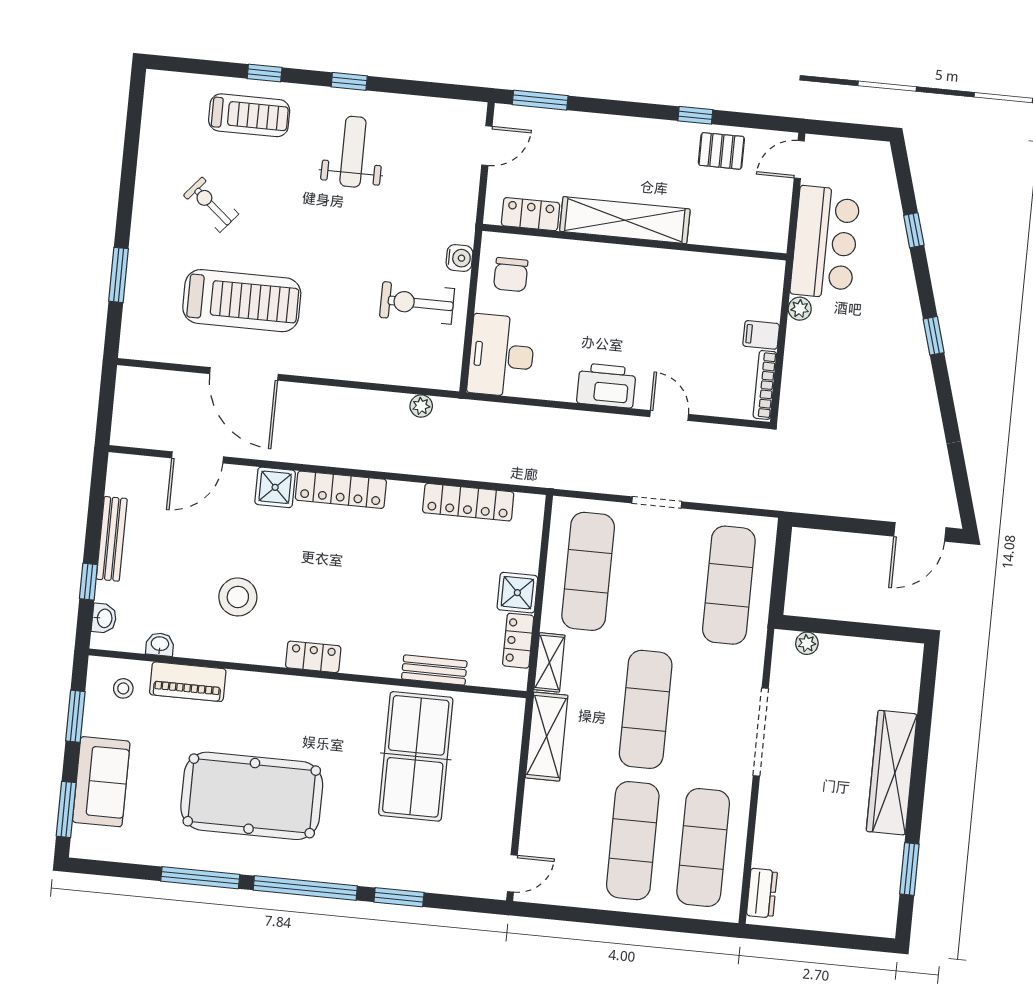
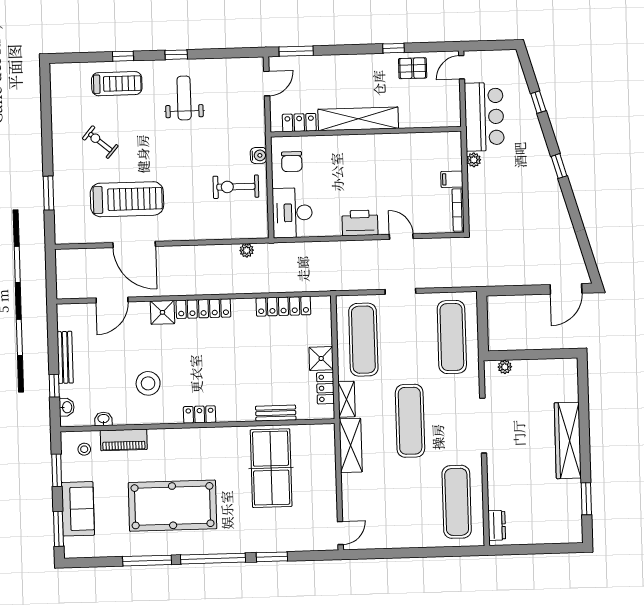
exercise mat: (633, 841) -> (412, 503), removed

